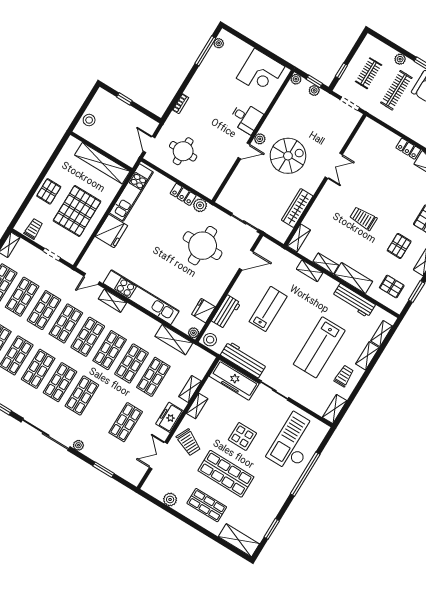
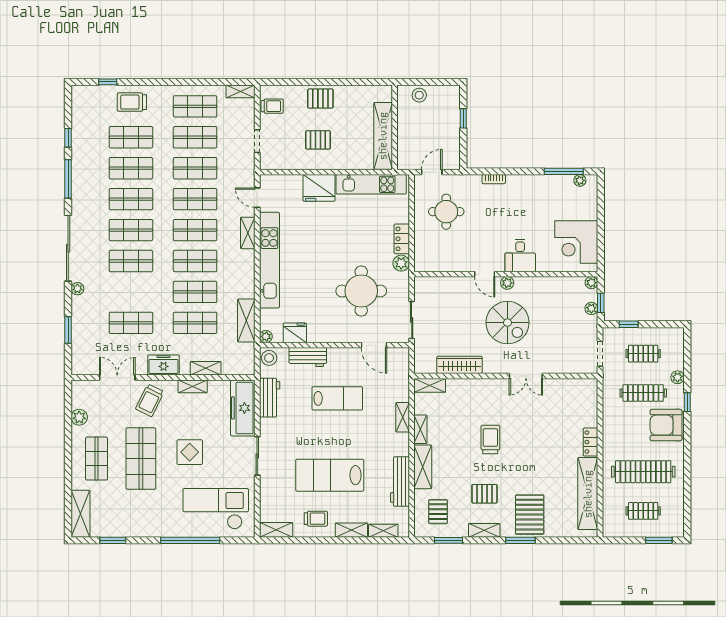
pallet: (77, 211) -> (318, 140), width x0.49, depth x0.50
workbench: (244, 360) -> (270, 398), width x0.73

